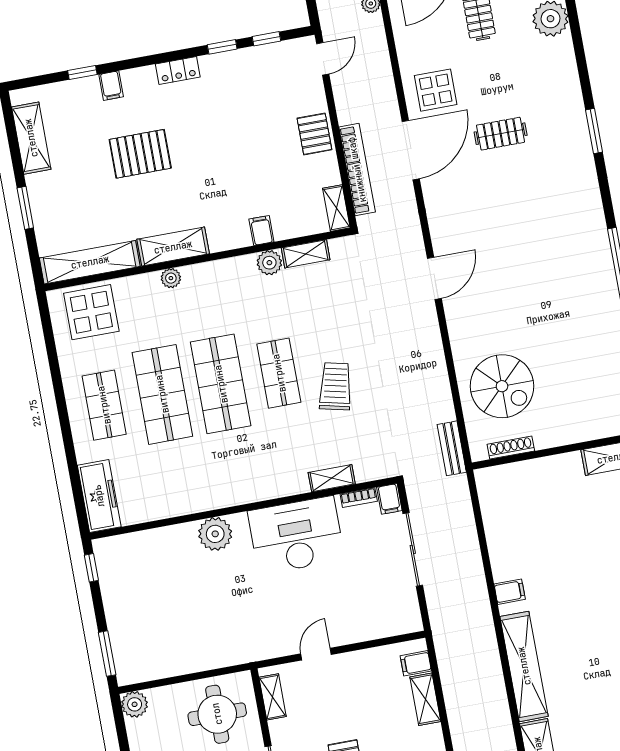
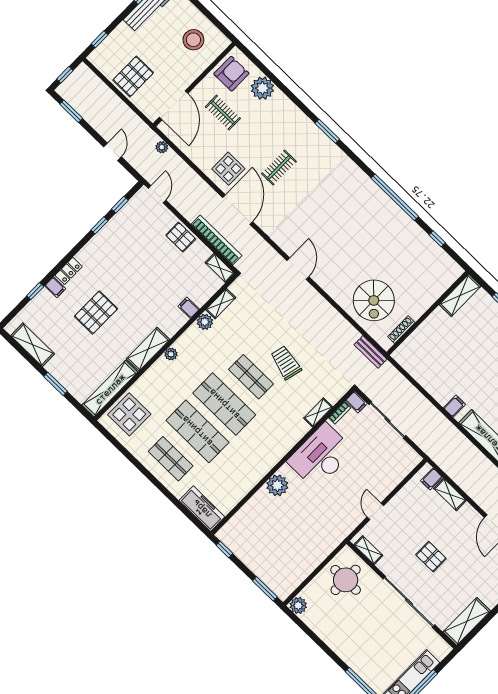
locker: (178, 70) -> (69, 271), moved
plant: (171, 278) -> (171, 354), moved
spiral stairs: (502, 386) -> (374, 300), turned 90

